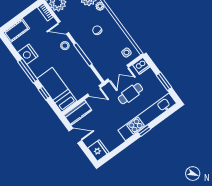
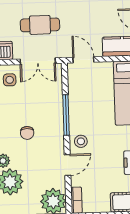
door: (63, 28) -> (68, 165), hinge flipped
double door: (118, 73) -> (38, 61), swing flipped

